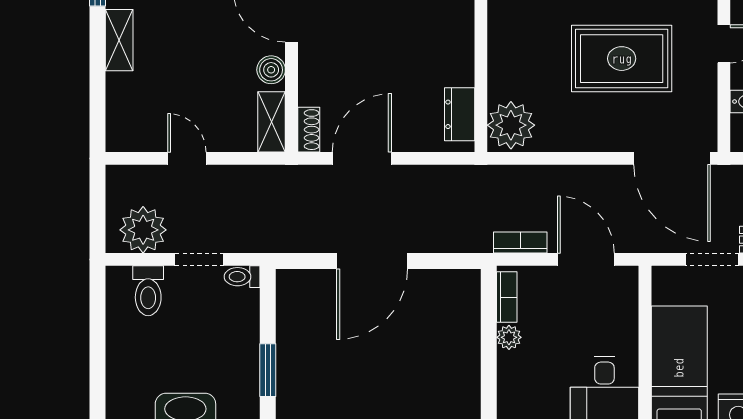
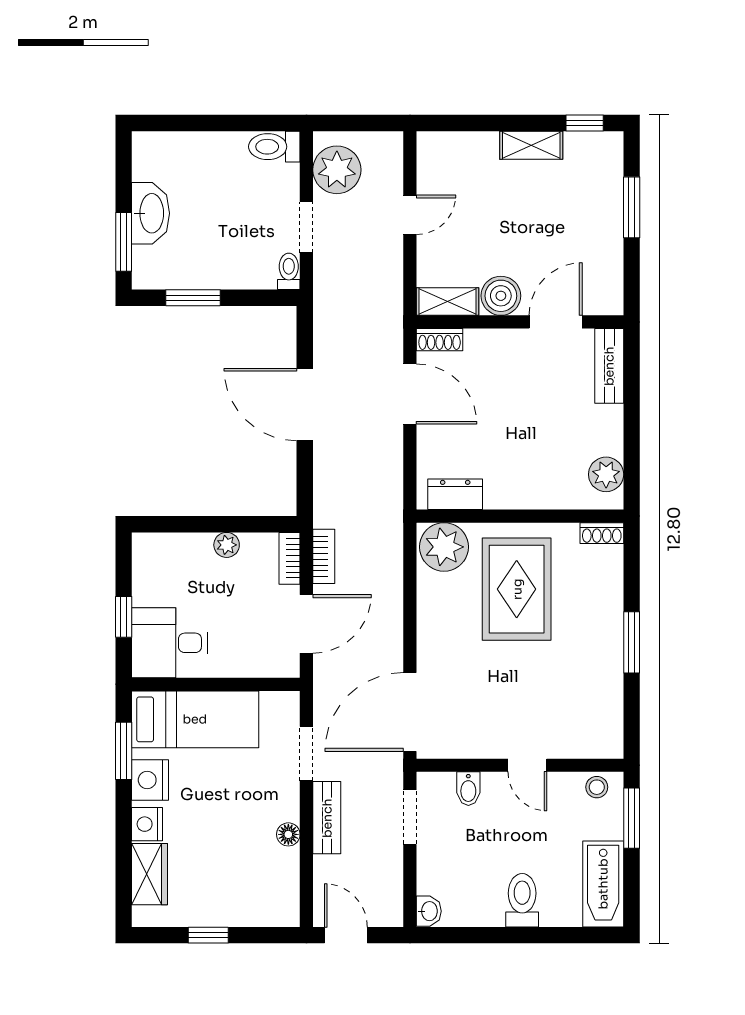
rug: (622, 59) -> (517, 589), moved
boiler: (271, 70) -> (501, 296), width x1.36, depth x1.36
toilet: (148, 291) -> (274, 147), moved
bookcase: (507, 297) -> (290, 558), moved, turned 90

